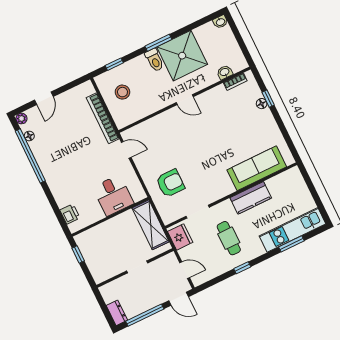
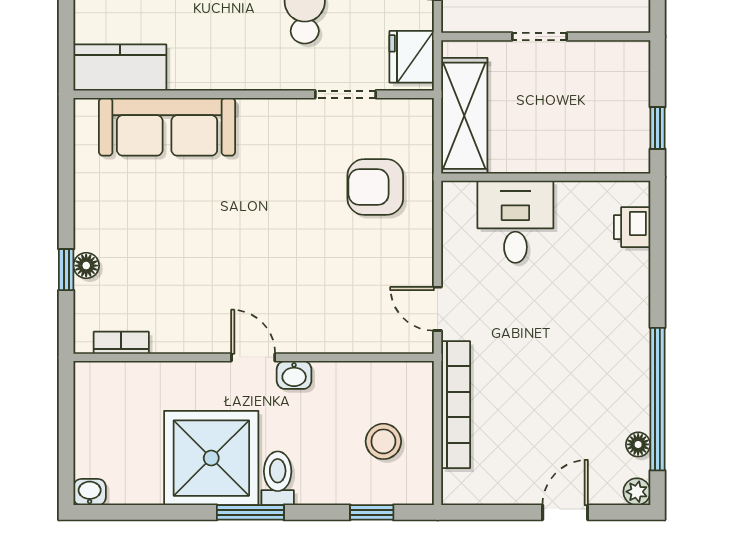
washbasin: (225, 72) -> (294, 375), moved
kitchen counter: (251, 198) -> (120, 67), moved

